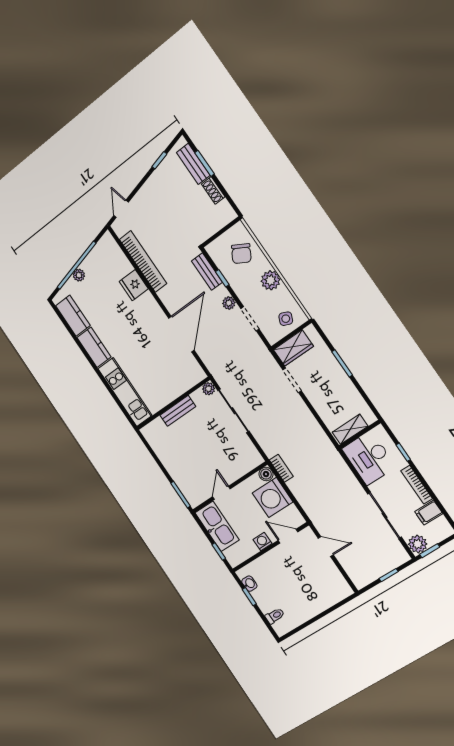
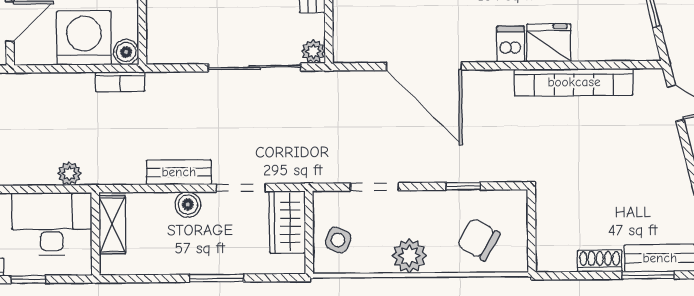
bench: (207, 272) -> (179, 172), moved
dishwasher: (146, 302) -> (511, 44), added
plant: (229, 303) -> (69, 174), moved
boiler: (317, 400) -> (188, 205), added

